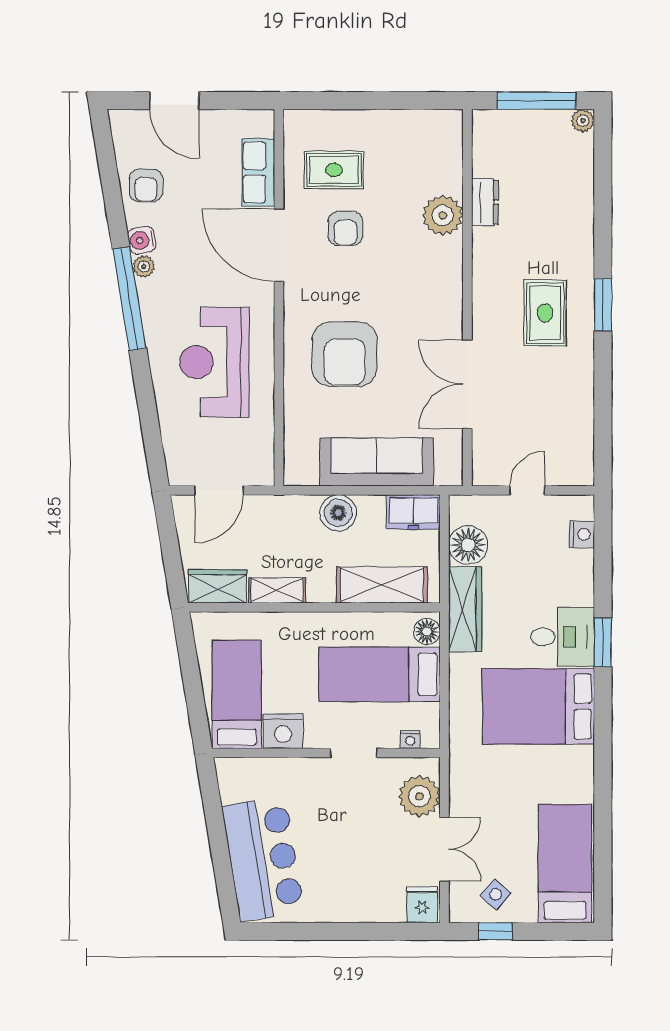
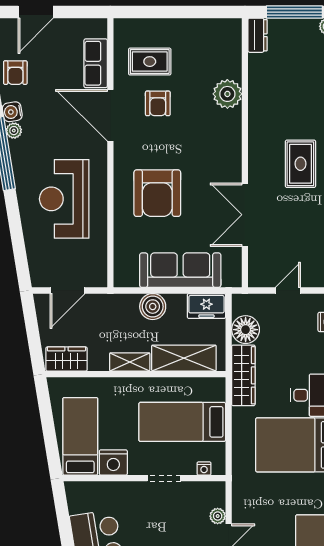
door: (174, 101) -> (36, 12), hinge flipped
dresser: (485, 202) -> (258, 35), moved
shelving: (277, 590) -> (130, 362), moved
floor lamp: (427, 632) -> (216, 391), removed
plant: (419, 796) -> (218, 516), width x0.53, depth x0.53

